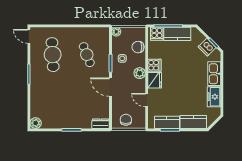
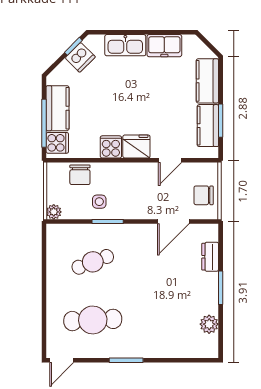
plant: (140, 73) -> (124, 172), removed
door: (110, 87) -> (173, 222), moved
plant: (36, 123) -> (209, 324), moved
dresser: (101, 124) -> (210, 257), moved

